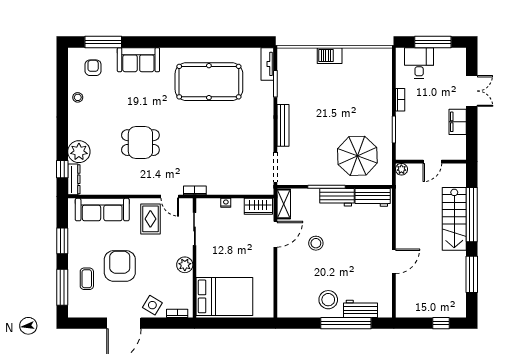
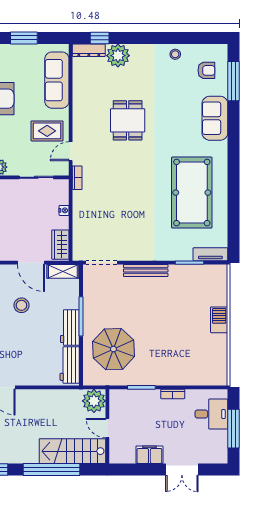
plant: (401, 169) -> (94, 401), width x1.87, depth x1.87
stairs: (454, 219) -> (73, 451), moved

